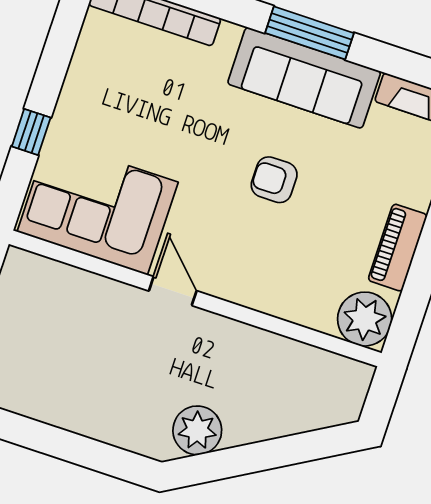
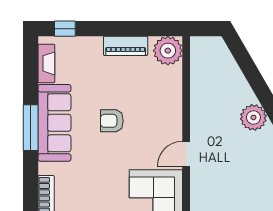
armchair: (274, 180) -> (112, 121), turned 90

